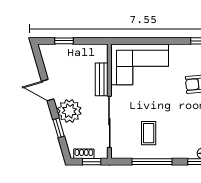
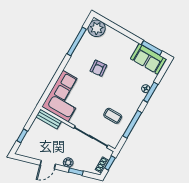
bench: (102, 79) -> (49, 119), moved
plant: (69, 111) -> (68, 162), width x0.53, depth x0.53

